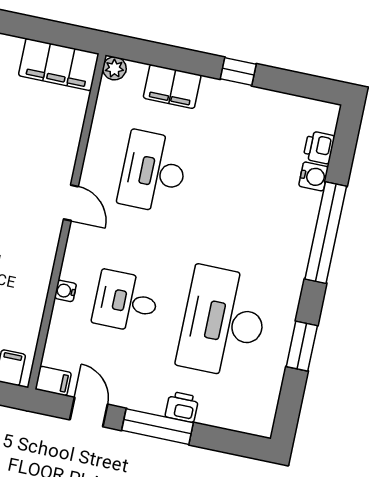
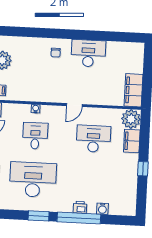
plant: (114, 68) -> (131, 119), width x1.87, depth x1.87
printer: (319, 147) -> (80, 207), moved
window: (302, 346) -> (39, 216), moved

